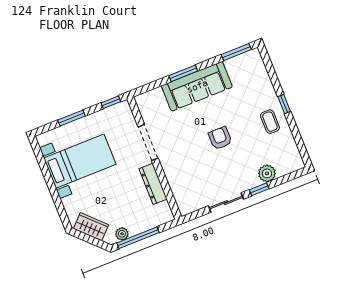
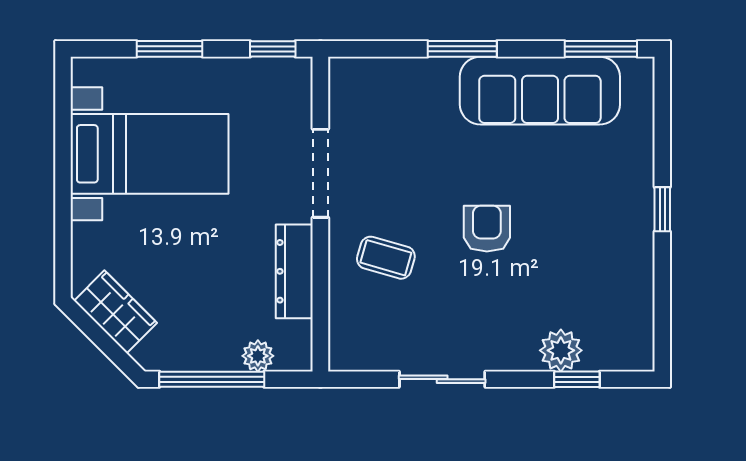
sofa: (197, 86) -> (540, 91), moved
coffee table: (270, 122) -> (386, 258), moved, turned -74
window: (259, 189) -> (577, 379), moved
plant: (122, 234) -> (258, 356), moved

